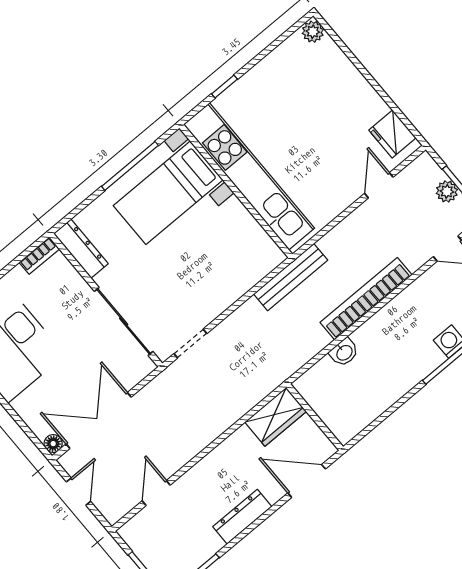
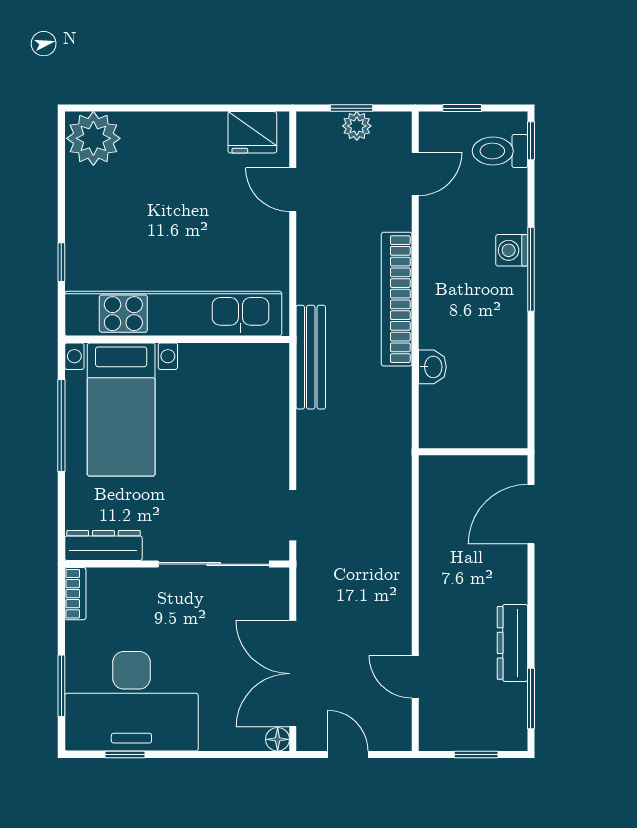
plant: (313, 32) -> (93, 138), width x1.87, depth x1.87
wardrobe: (276, 417) -> (439, 491), removed
dresser: (242, 517) -> (512, 643), moved

